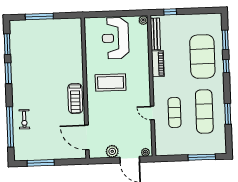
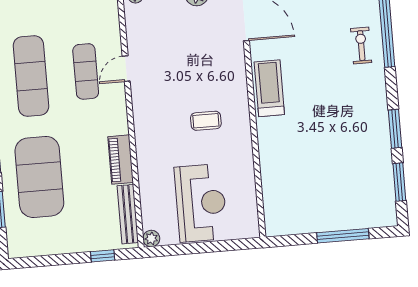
coffee table: (111, 83) -> (206, 121), width x0.54, depth x0.58
door: (152, 113) -> (126, 69), swing flipped

